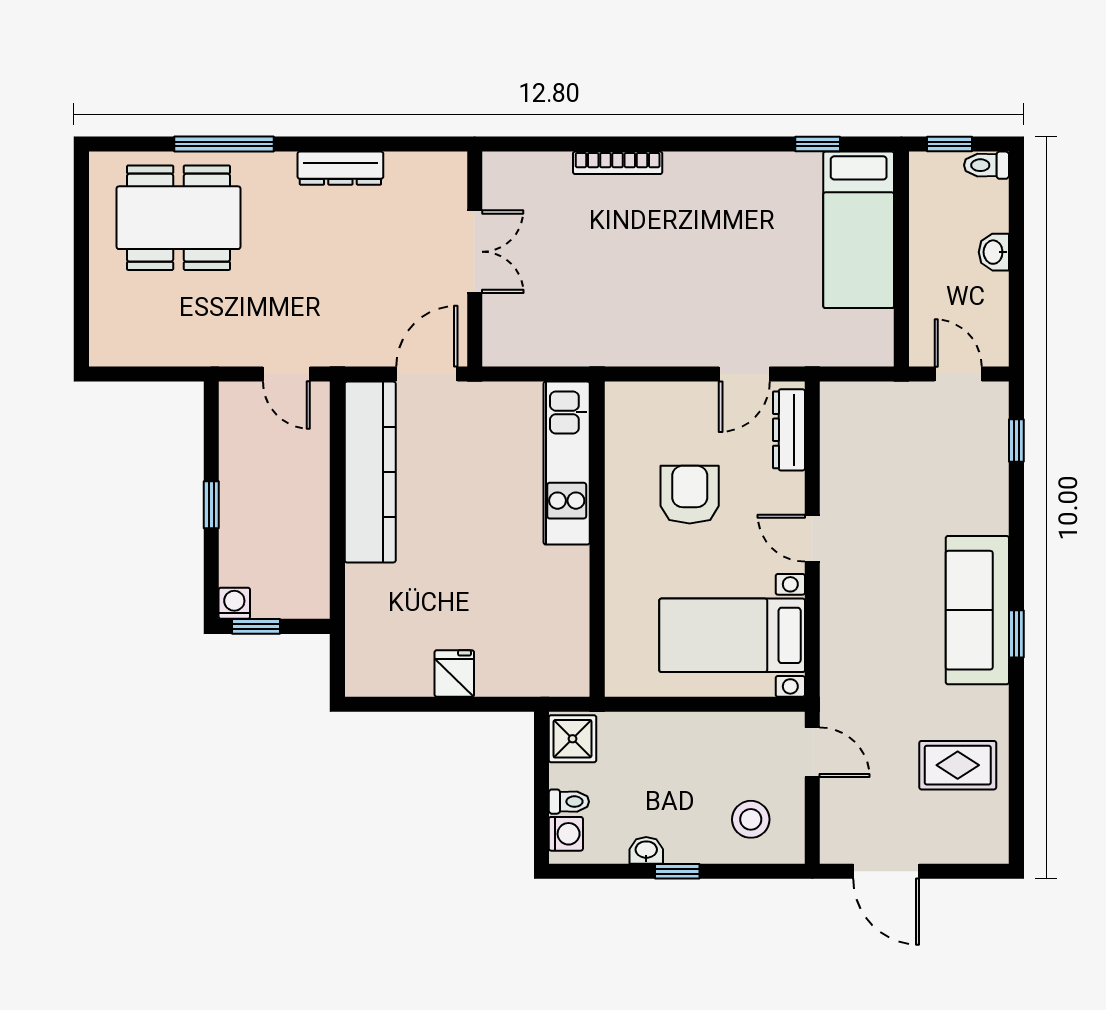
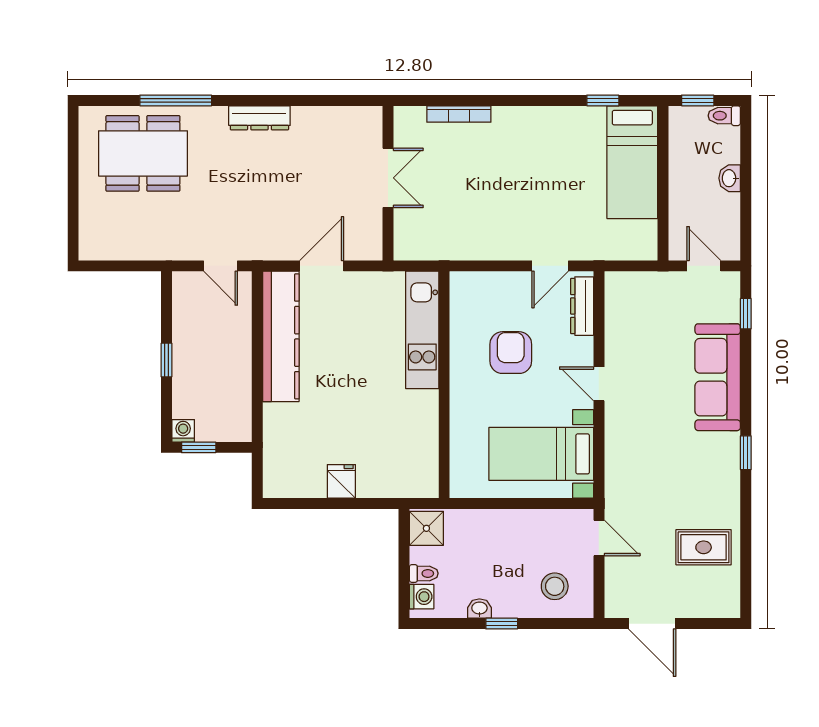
double door: (475, 252) -> (388, 178), moved
wall: (475, 259) -> (388, 183), moved
sofa: (977, 610) -> (718, 377), moved

